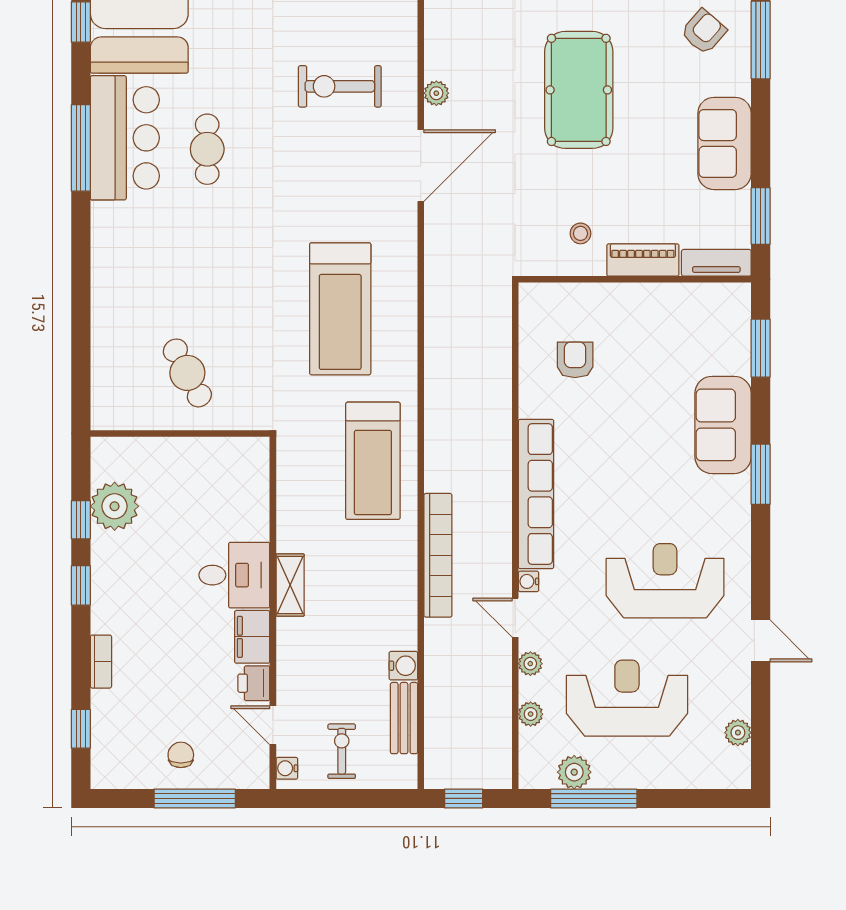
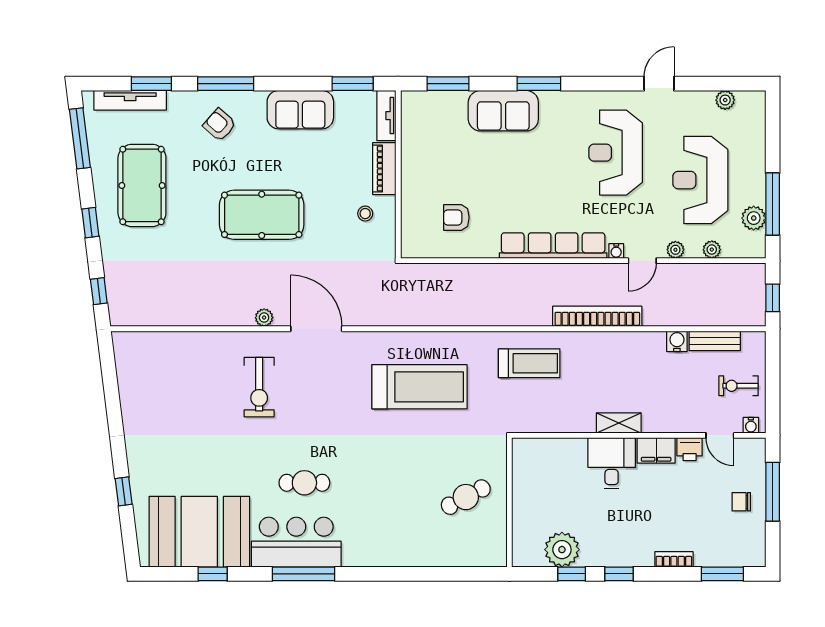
treadmill: (373, 461) -> (529, 363), width x0.73, depth x0.73
door: (273, 725) -> (720, 435), hinge flipped
window: (81, 729) -> (722, 574), width x1.50

